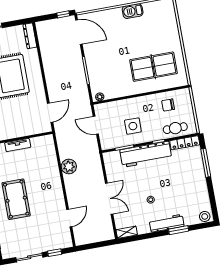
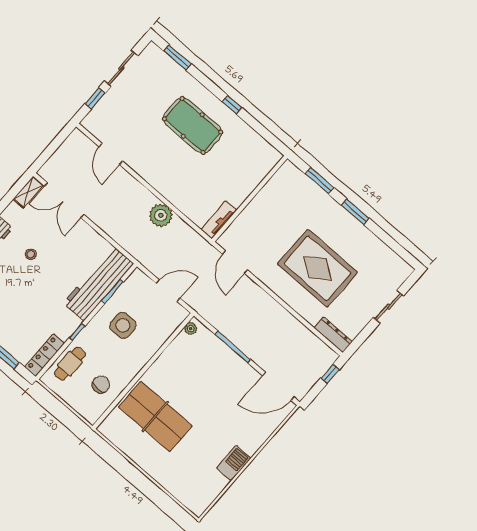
window: (63, 14) -> (330, 374), moved
table tennis table: (153, 67) -> (155, 416), turned 90
tv unit: (18, 145) -> (219, 220), moved
workbench: (146, 154) -> (98, 283), moved
double door: (109, 199) -> (64, 200), moved

